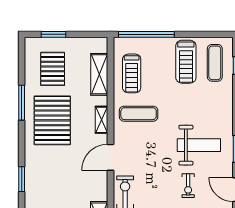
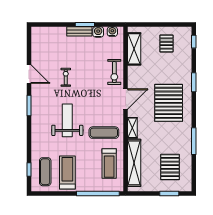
treadmill: (132, 73) -> (109, 164), turned 180
shelving: (99, 74) -> (134, 163), width x1.47
pallet: (52, 120) -> (169, 103), moved
weight bench: (199, 145) -> (67, 120), moved, turned 90

